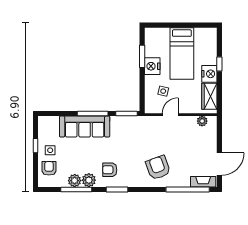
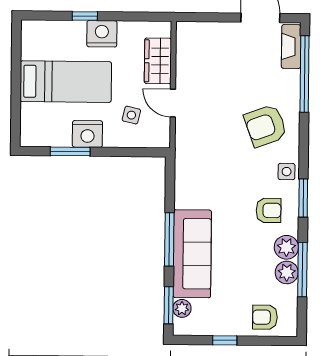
wardrobe: (209, 96) -> (158, 61), moved, turned 90
window: (127, 113) -> (169, 305), moved
plant: (202, 121) -> (182, 308), moved
side table: (50, 150) -> (287, 172), moved
armchair: (110, 170) -> (269, 210), turned -90

